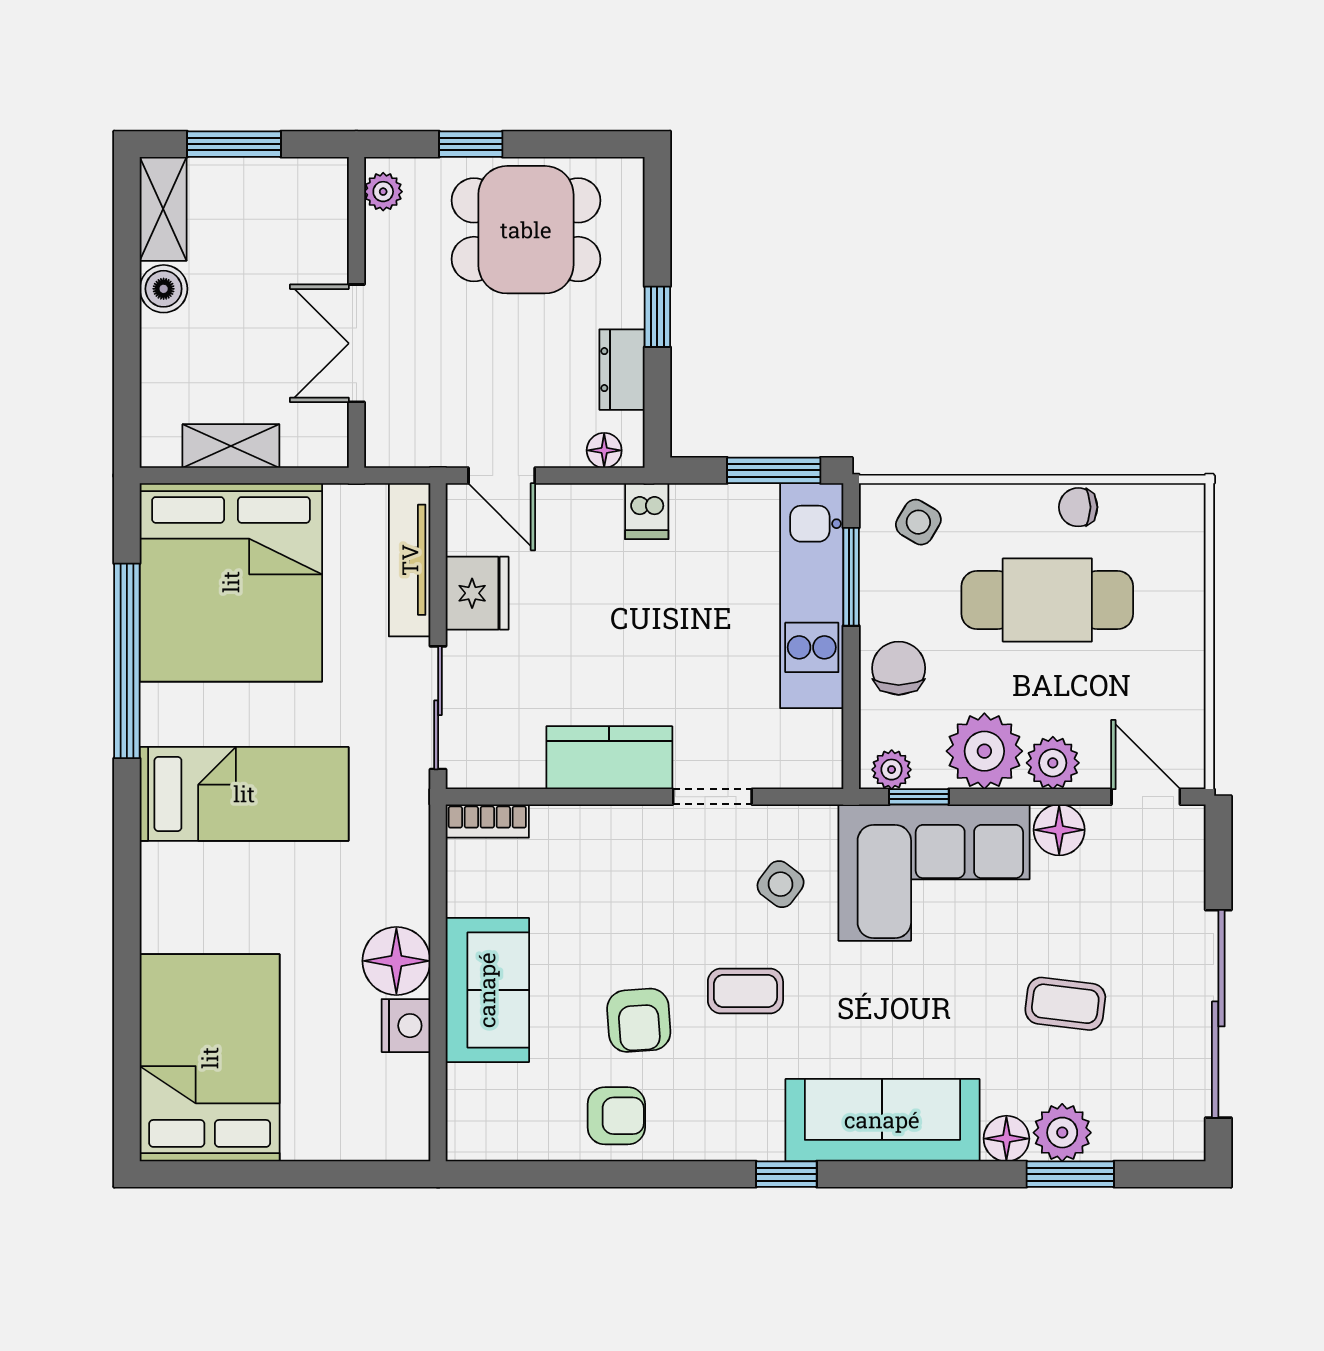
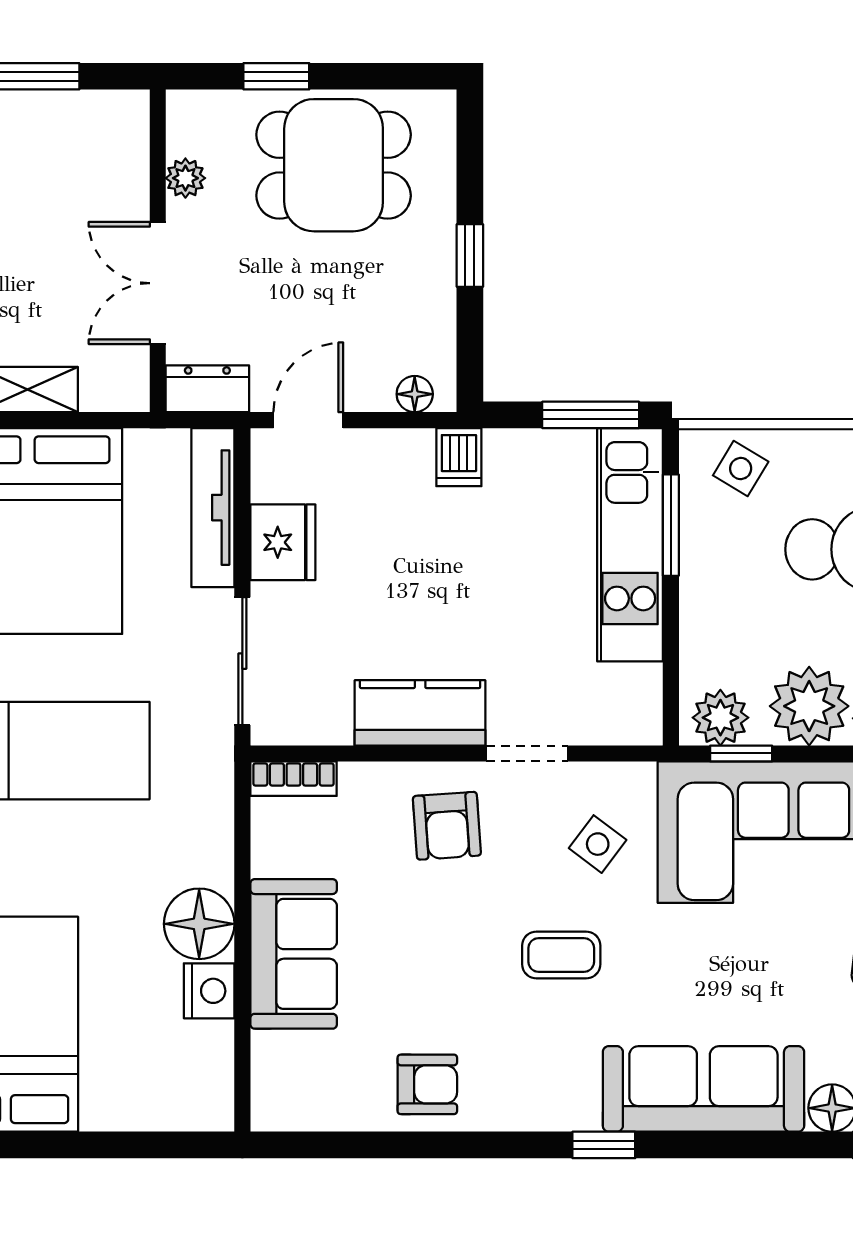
plant: (383, 192) -> (185, 178), moved
dresser: (622, 370) -> (207, 389), moved, turned 90
door: (502, 476) -> (308, 420), swing flipped
chair: (899, 668) -> (720, 620), removed
plant: (892, 770) -> (720, 718), width x1.38, depth x1.38
armchair: (639, 1020) -> (447, 826), moved

